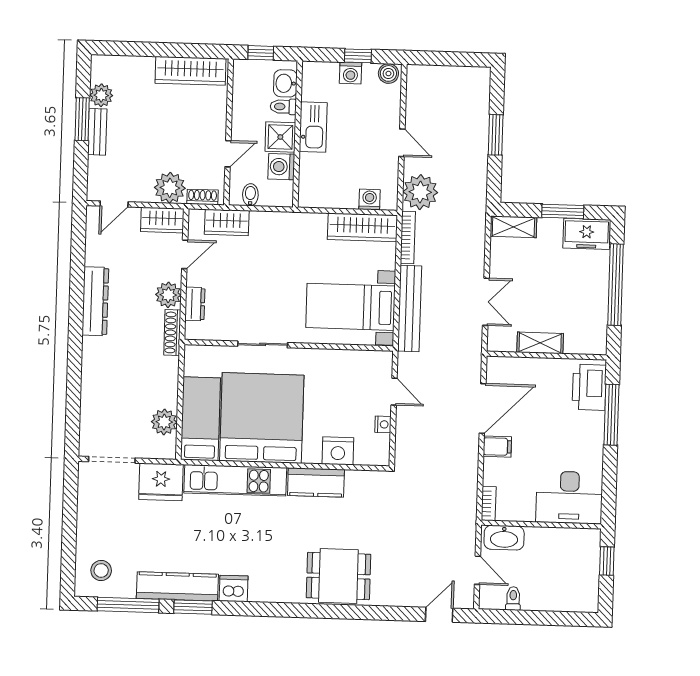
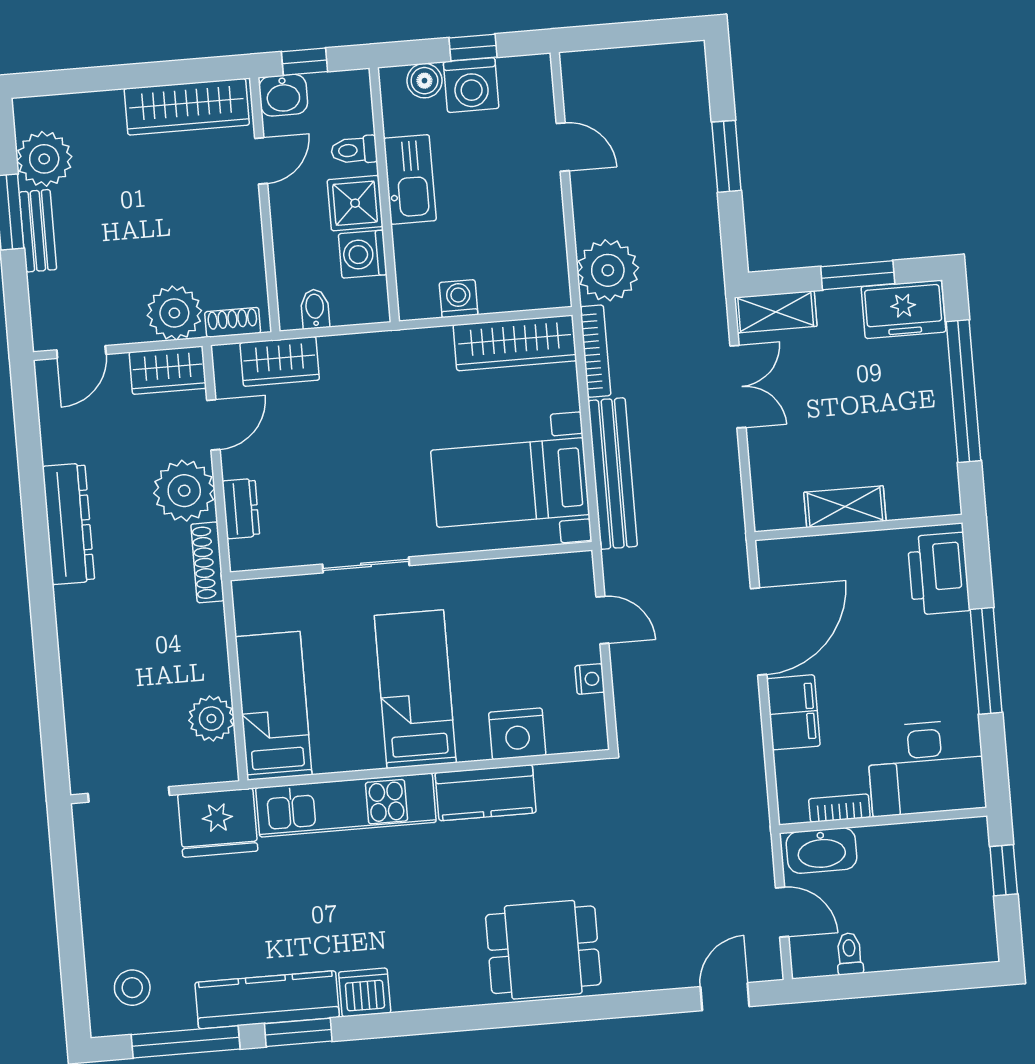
washing machine: (351, 73) -> (471, 85), width x1.38, depth x1.38
boiler: (388, 73) -> (424, 81), moved
washbasin: (285, 83) -> (283, 95), moved, turned -90
plant: (101, 95) -> (44, 159), width x1.36, depth x1.36
door: (402, 143) -> (563, 147), moved
door: (228, 154) -> (261, 161), moved
washing machine: (370, 200) -> (459, 299), moved
plant: (168, 295) -> (184, 491), width x1.36, depth x1.36
double door: (486, 302) -> (738, 387), moved
window: (611, 415) -> (986, 661), moved
bed: (262, 418) -> (415, 689), width x0.49
filing cabinet: (497, 447) -> (793, 712), width x2.00
bookcase: (489, 503) -> (839, 808), moved, turned -90

